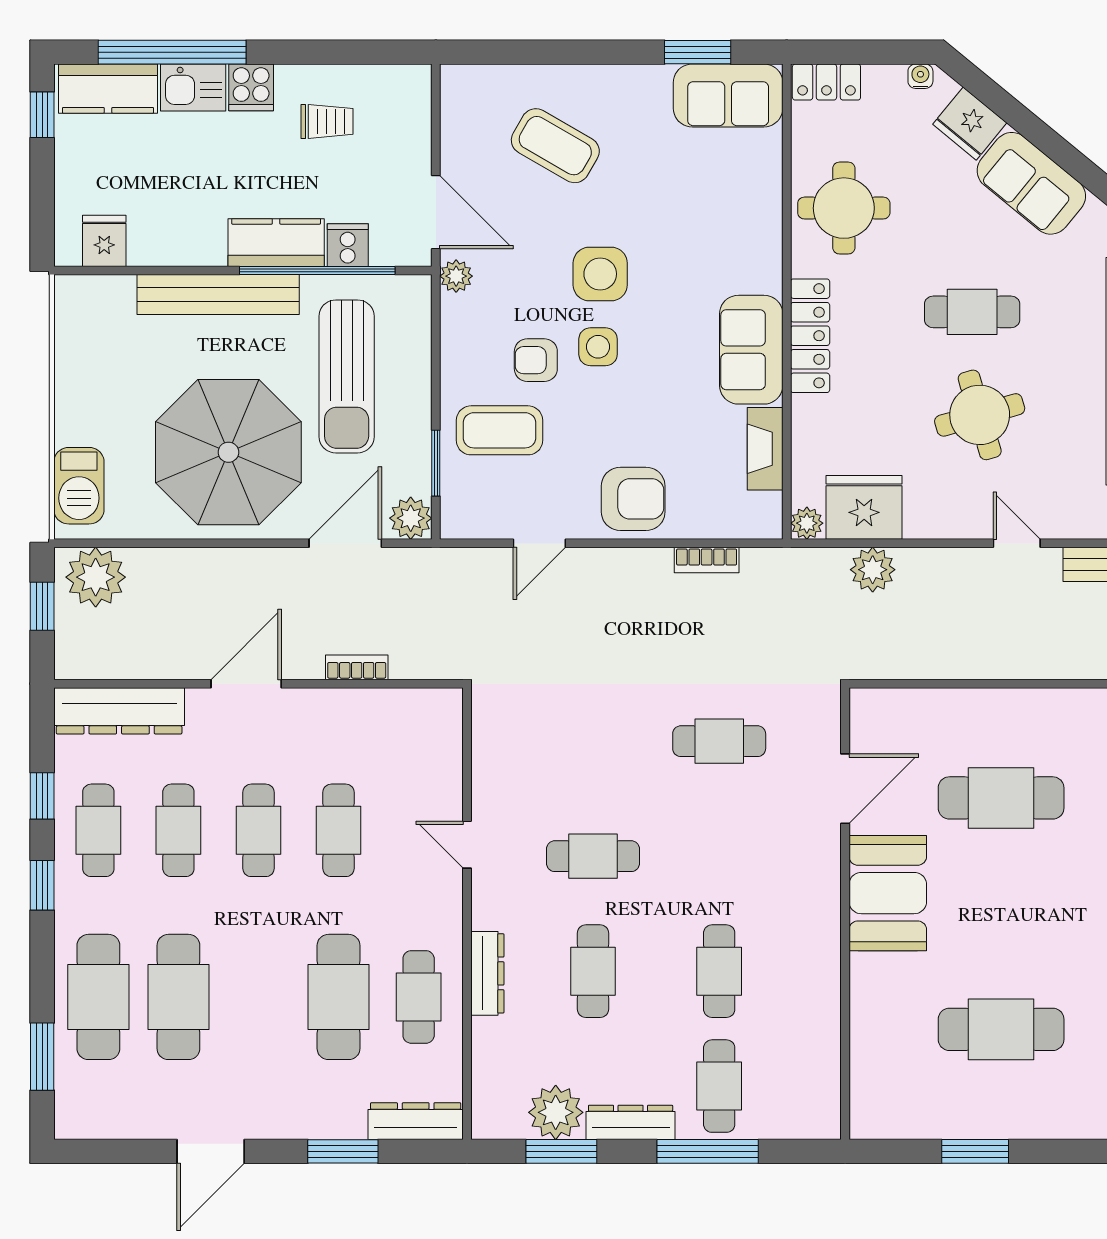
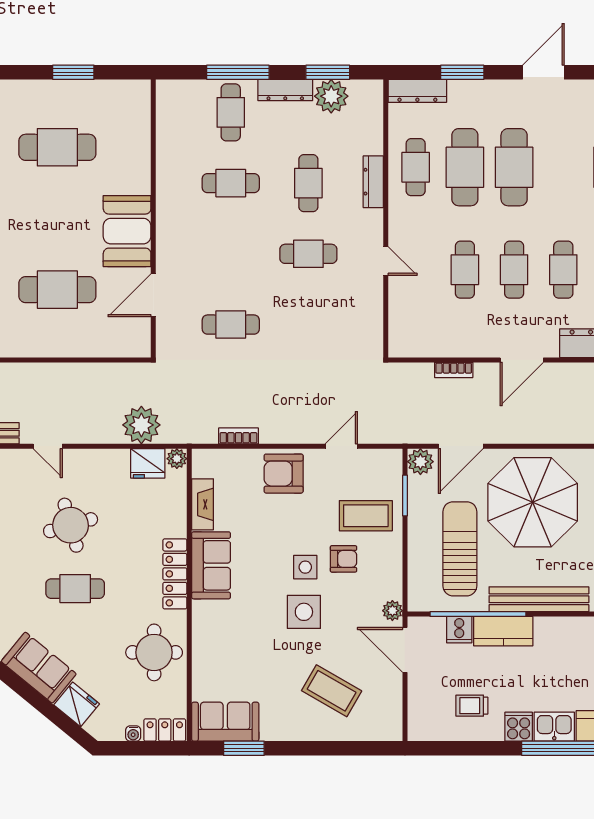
water cooler: (920, 76) -> (133, 734), moved
fridge: (864, 507) -> (148, 463), width x0.73, depth x0.75
plant: (873, 570) -> (141, 425), width x1.36, depth x1.36
cafe table: (719, 971) -> (231, 183), turned 90
cafe table: (178, 997) -> (514, 167), moved

